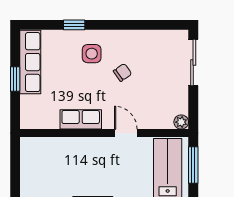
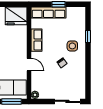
row of seats: (30, 62) -> (48, 12), moved
door: (126, 133) -> (29, 65), hinge flipped
fridge: (37, 156) -> (16, 16), added

